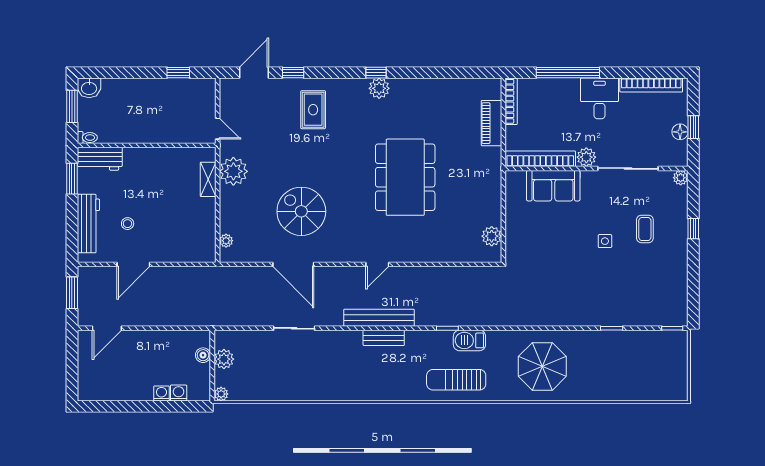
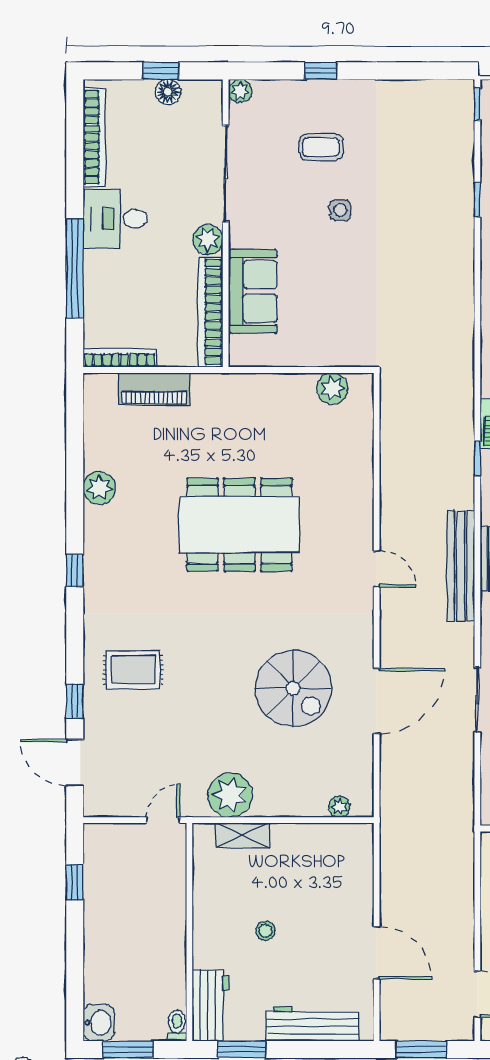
plant: (379, 88) -> (99, 488), moved
spiral stairs: (301, 211) -> (293, 688), turned -90
stool: (128, 224) -> (265, 931), moved

